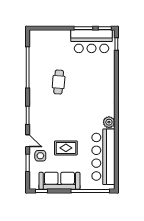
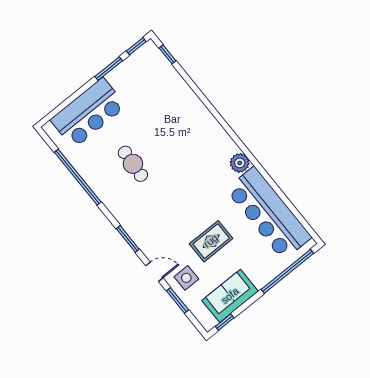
bar counter: (91, 41) -> (88, 113), moved
sofa: (59, 181) -> (230, 296), width x0.73

